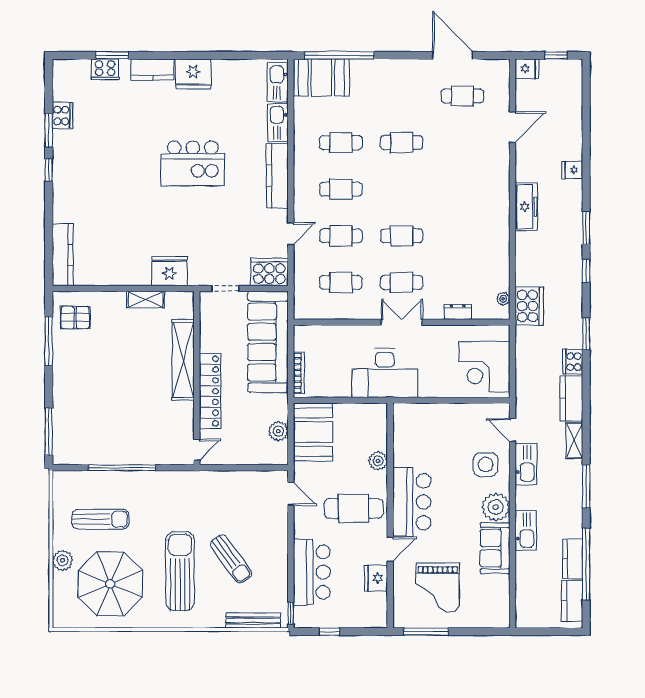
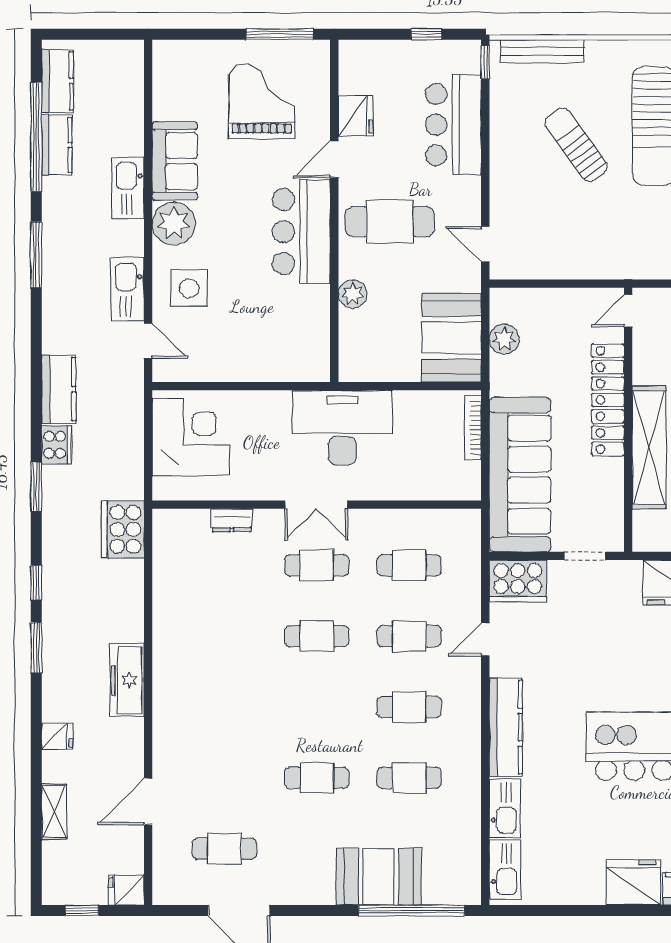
booth: (321, 78) -> (379, 877), moved
plant: (503, 299) -> (162, 540), removed
shelving: (574, 440) -> (54, 812), moved

